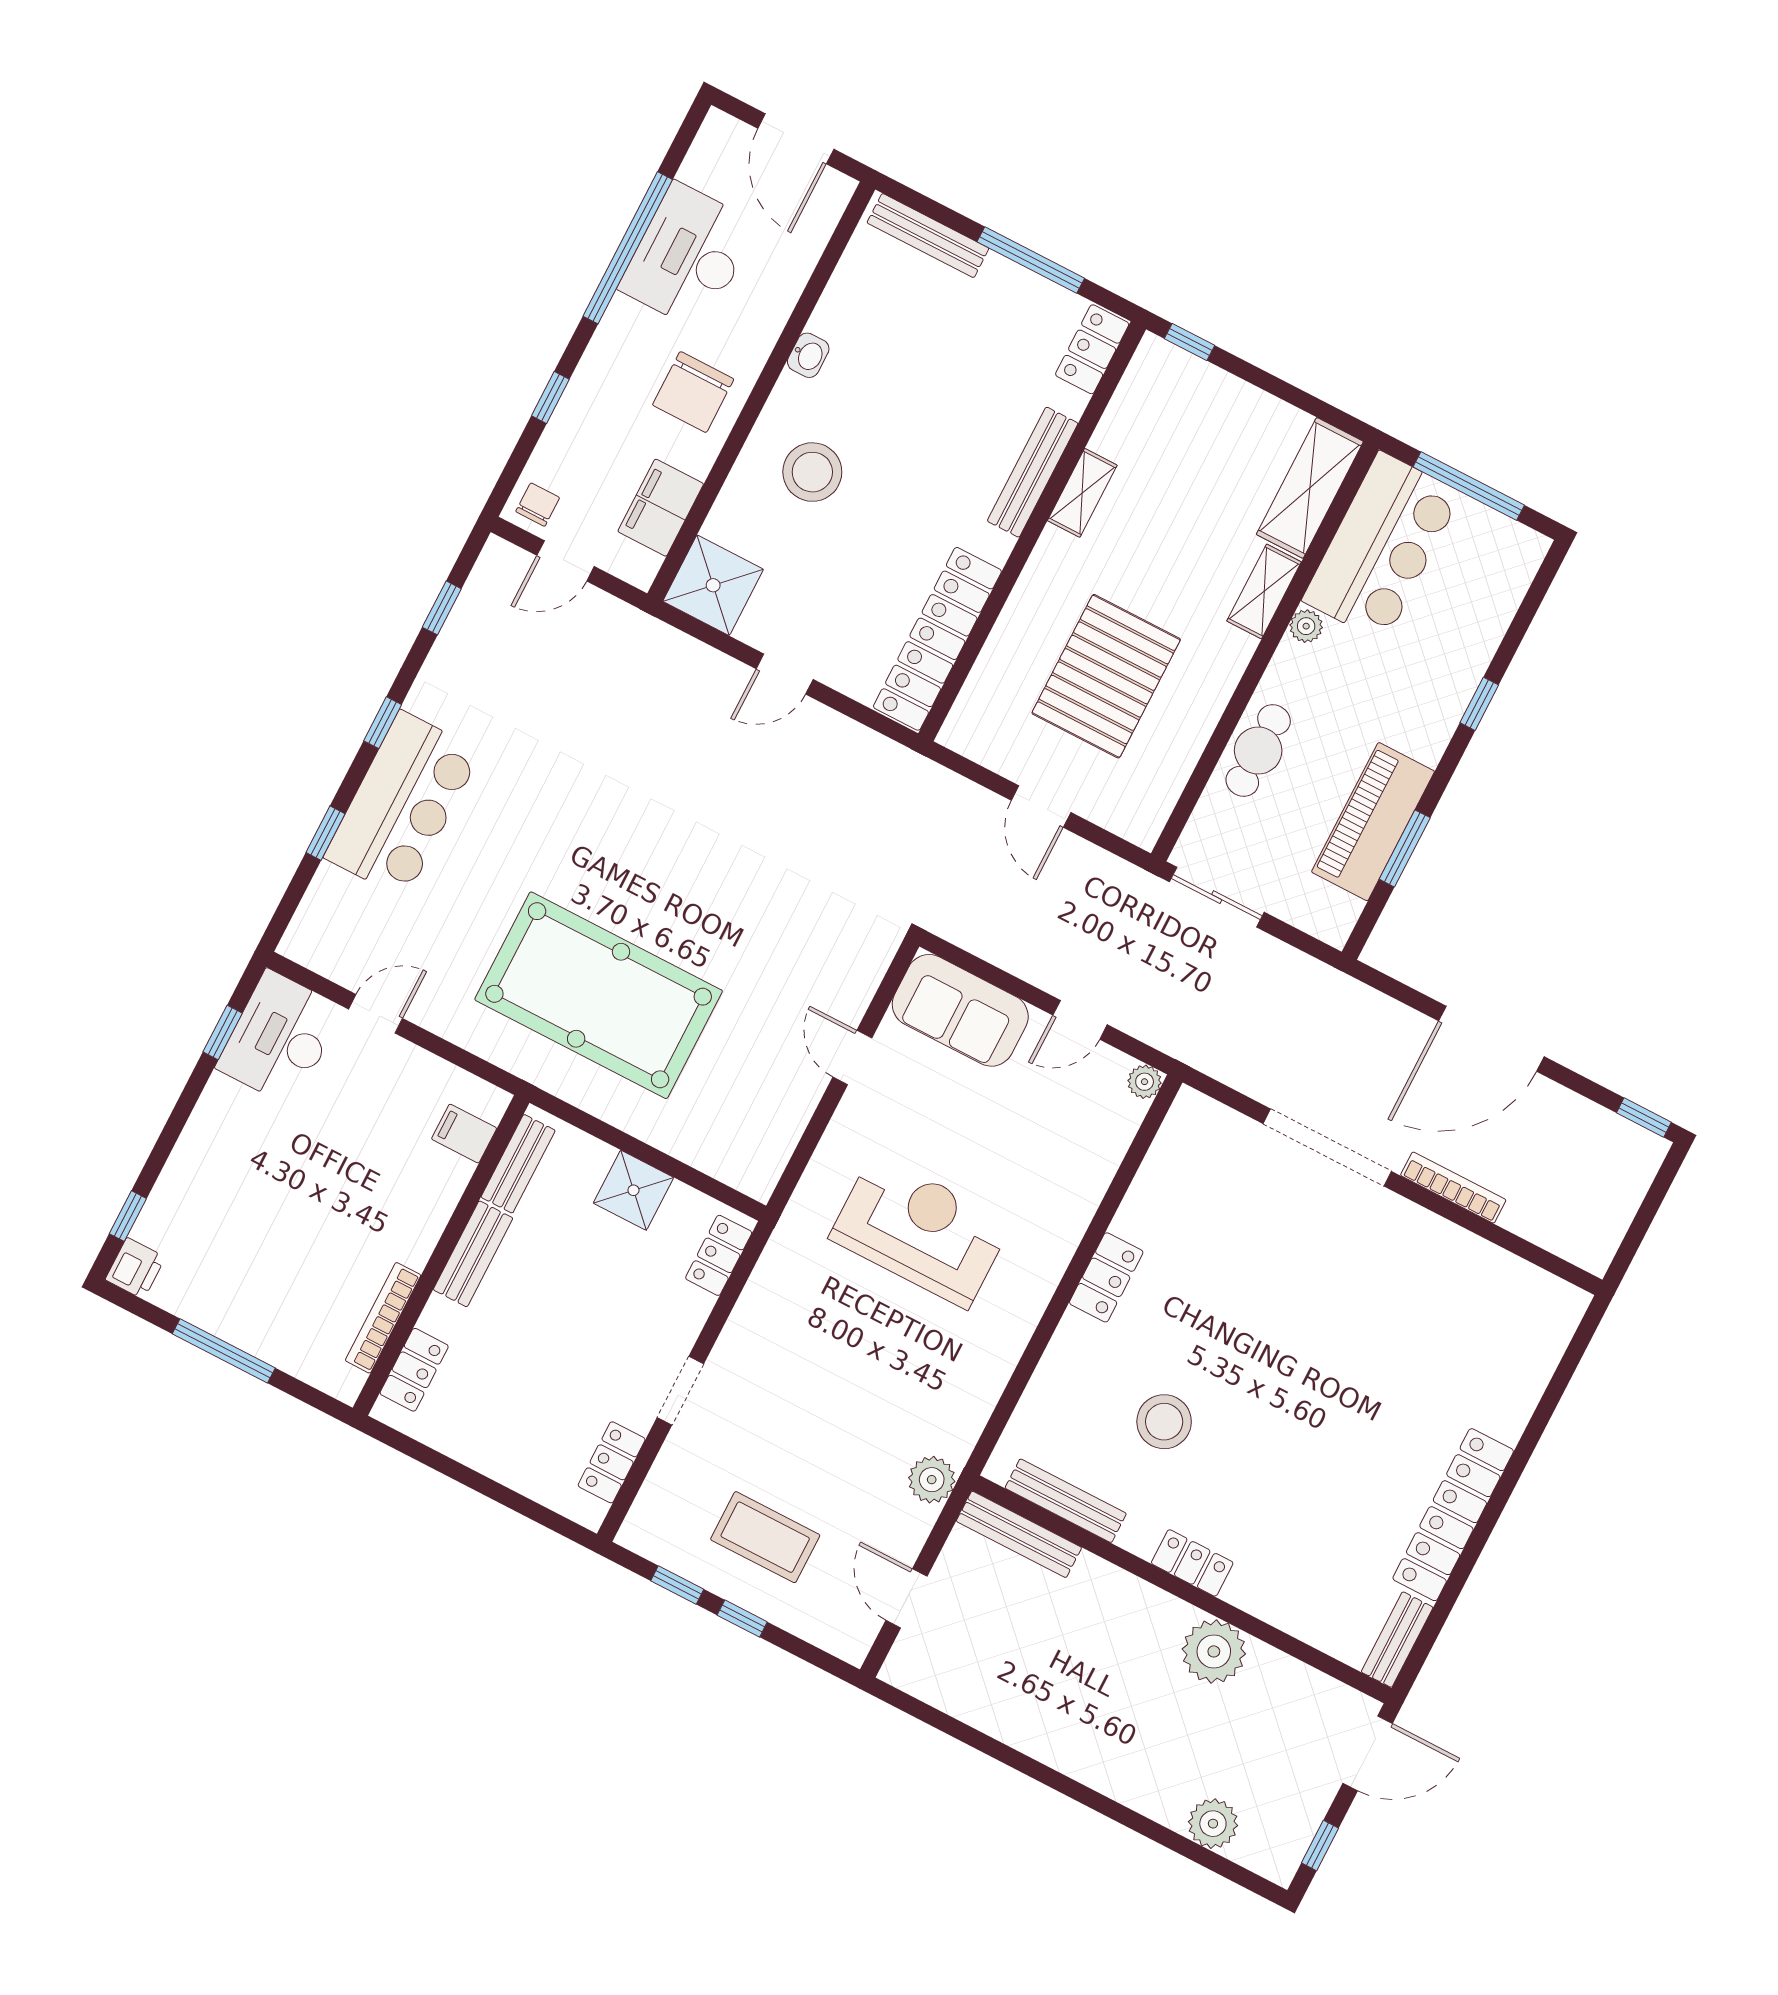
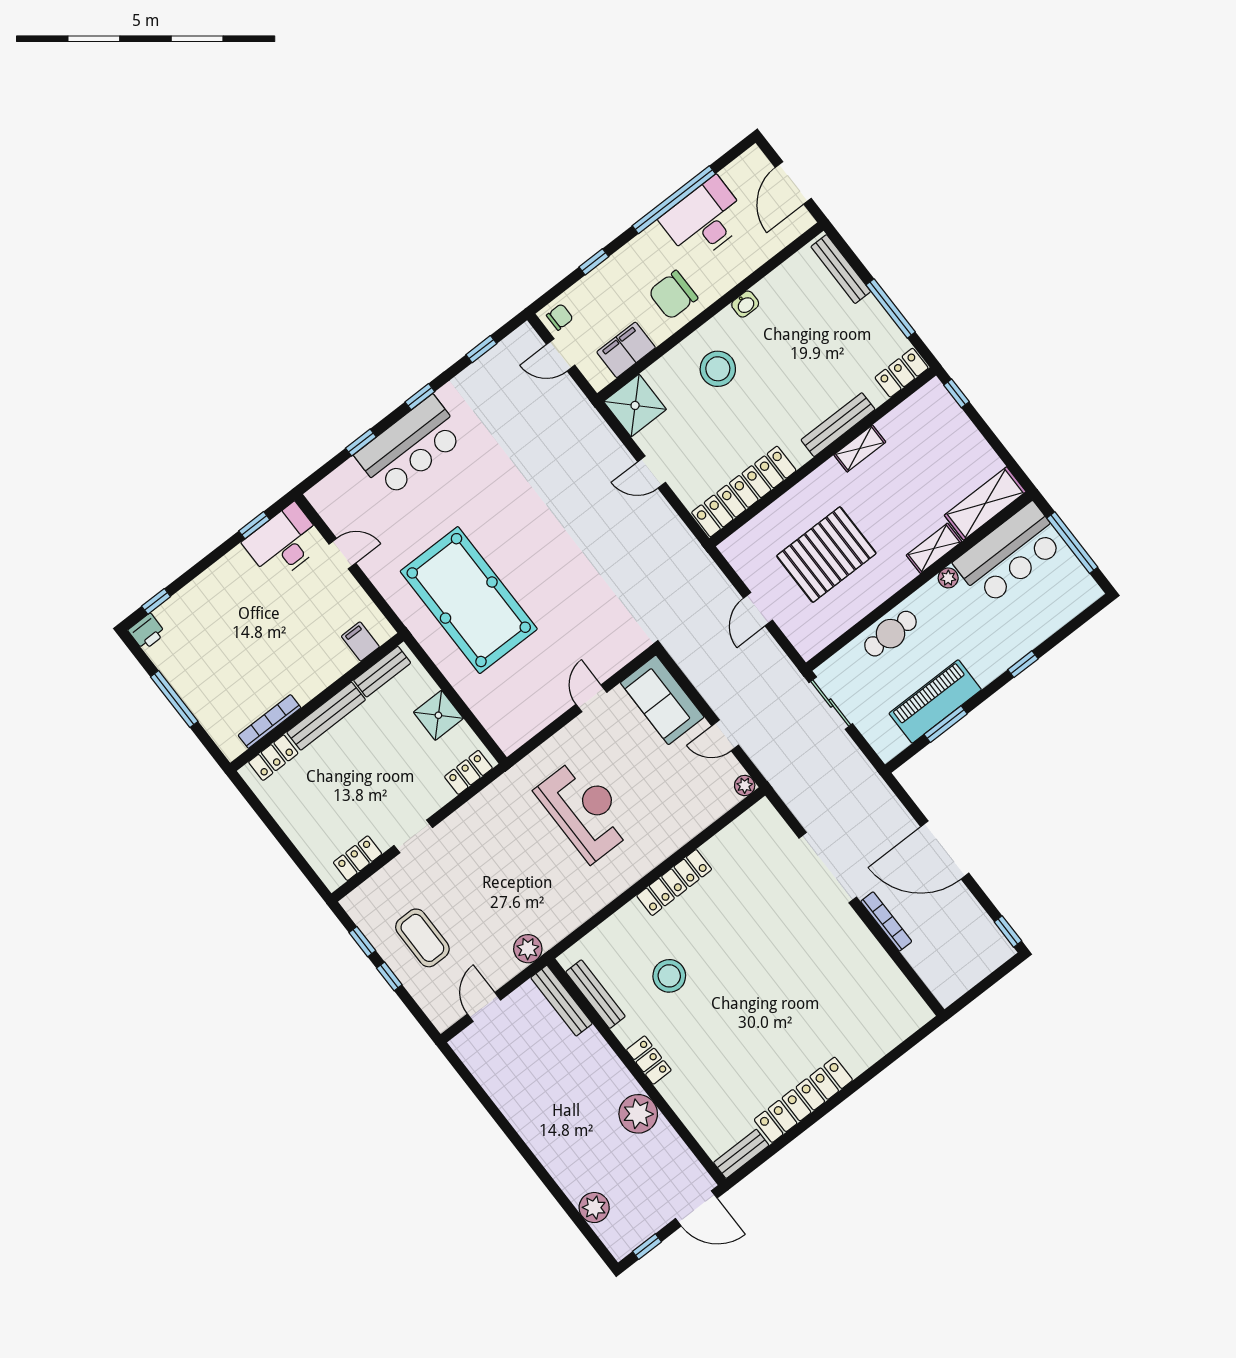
bench: (473, 1254) -> (326, 716), width x1.36
locker: (1106, 1277) -> (674, 883), width x1.53

